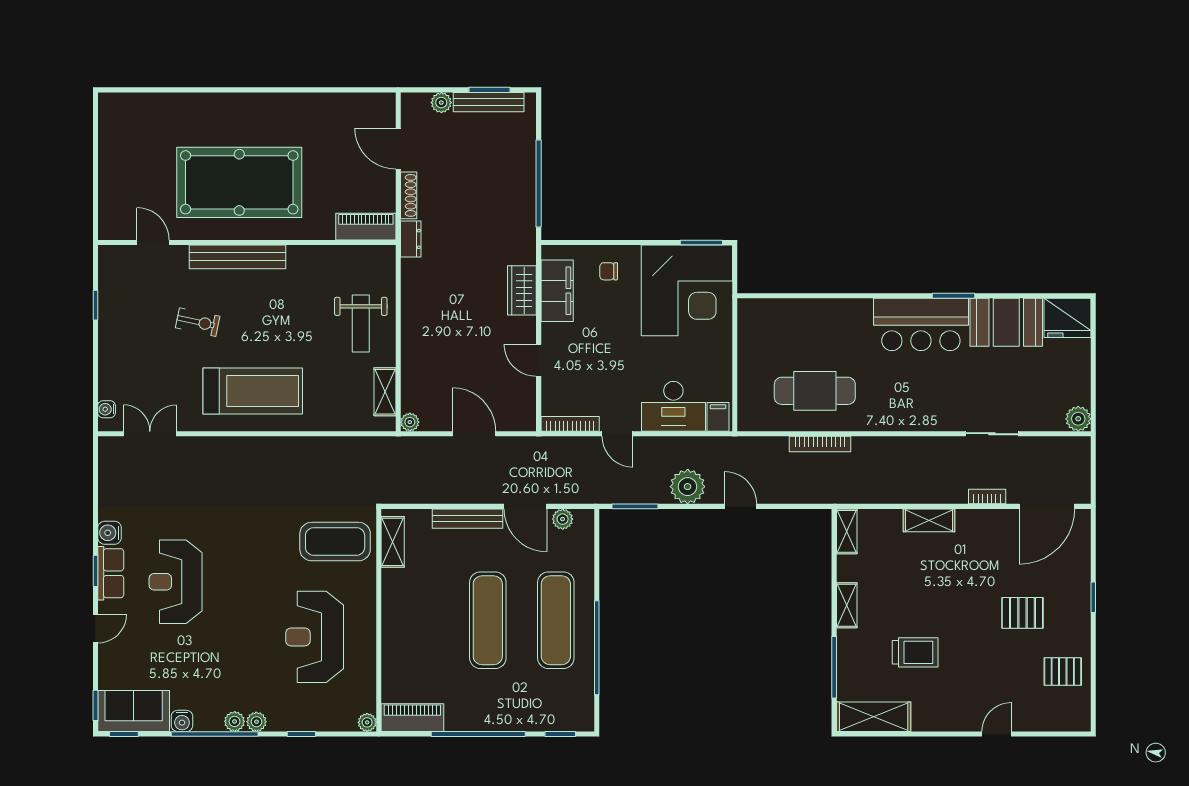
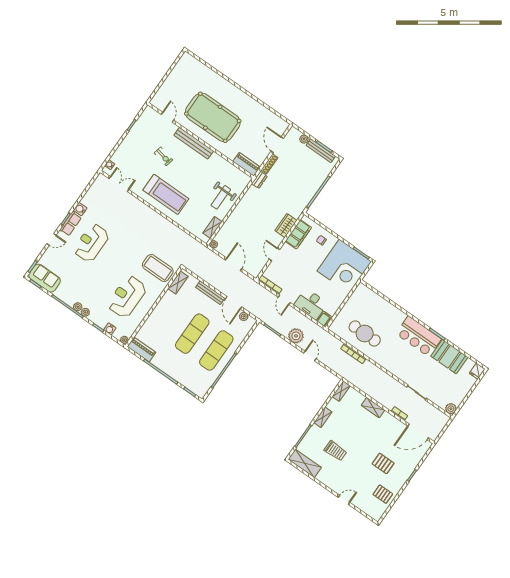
fridge: (1067, 318) -> (477, 371), width x0.53, depth x0.75
water cooler: (182, 721) -> (110, 329), moved

